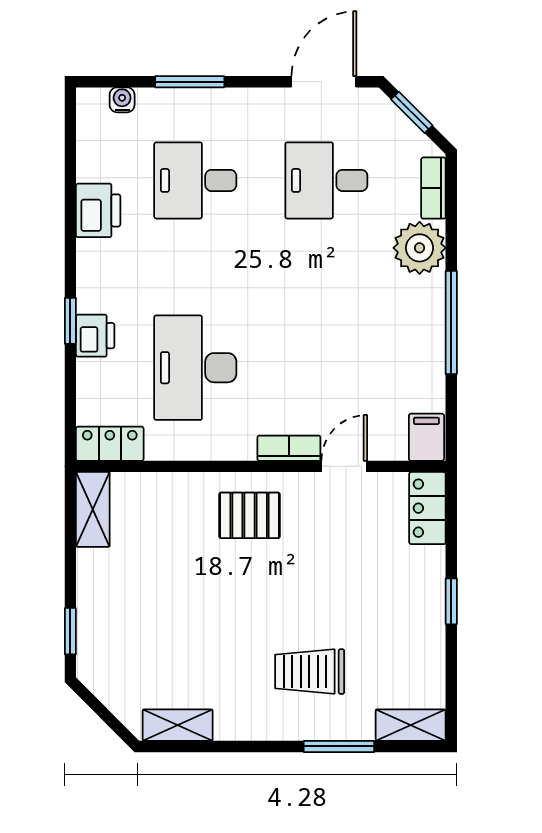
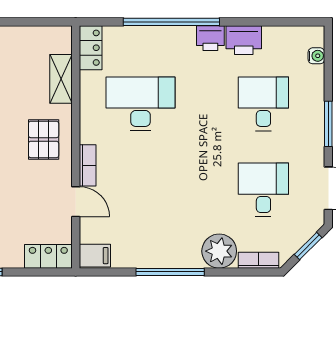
window: (190, 82) -> (328, 124), moved
window: (70, 321) -> (171, 22), width x3.17
printer: (95, 336) -> (210, 38), moved
shelving: (93, 509) -> (61, 79), moved, turned 90

